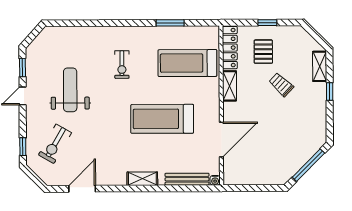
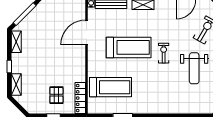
exercise bike: (122, 65) -> (164, 53), moved
trolley: (281, 85) -> (44, 72), removed
shelving: (230, 86) -> (16, 42), moved

